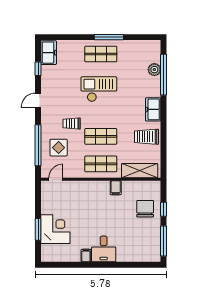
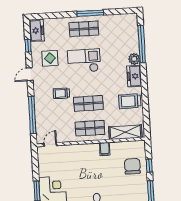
plant: (154, 70) -> (134, 59), moved
display table: (59, 148) -> (50, 58), moved

